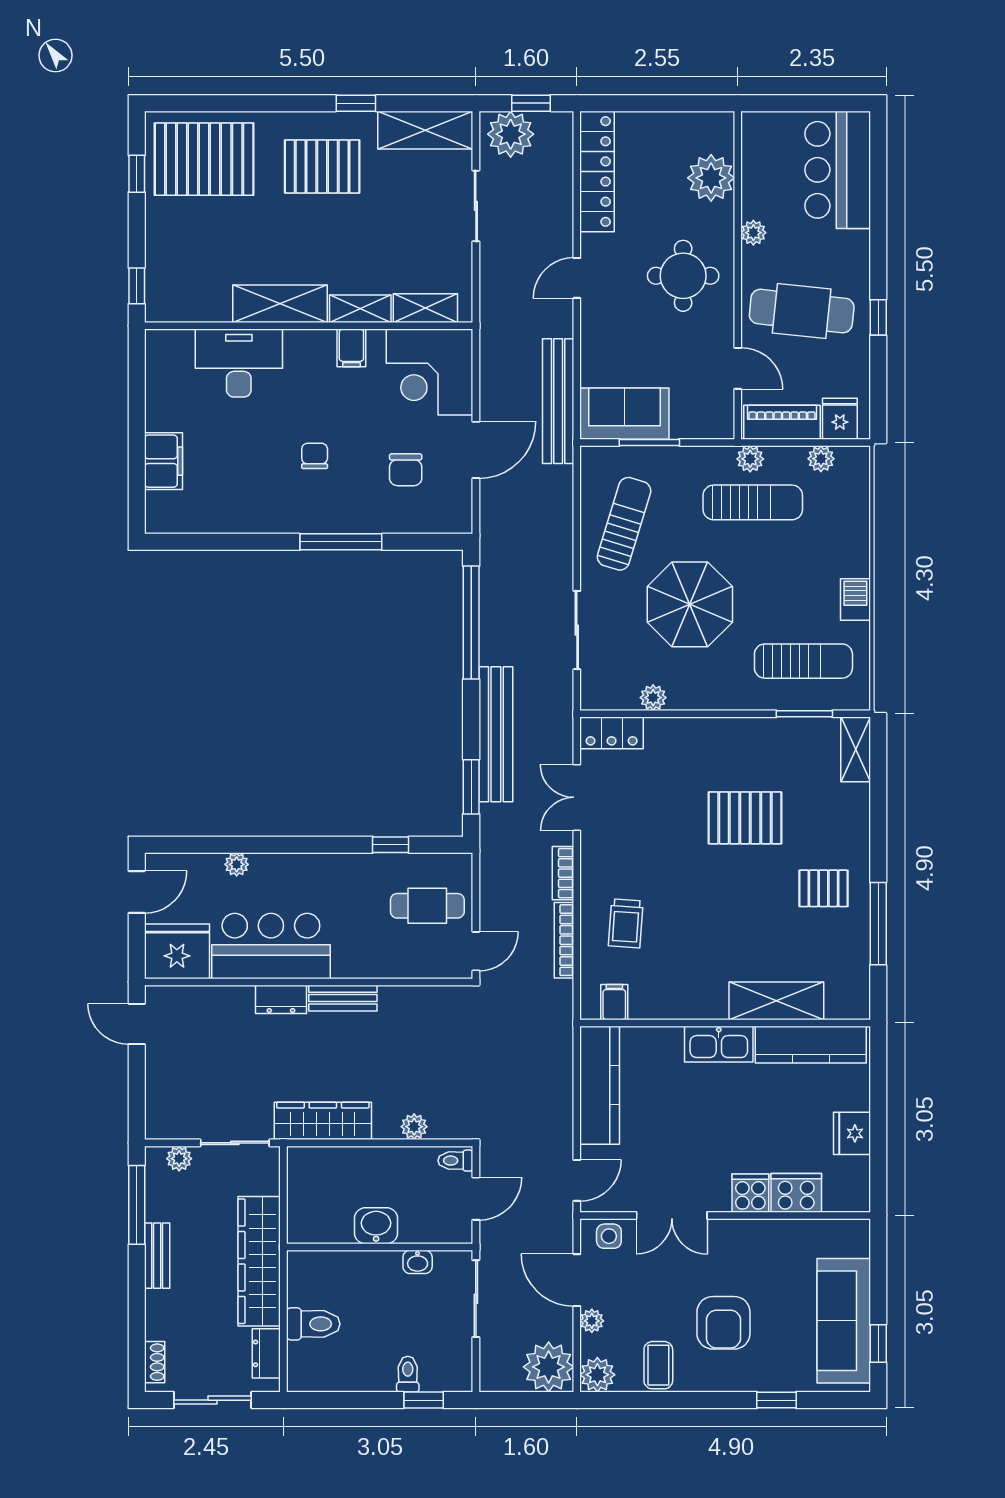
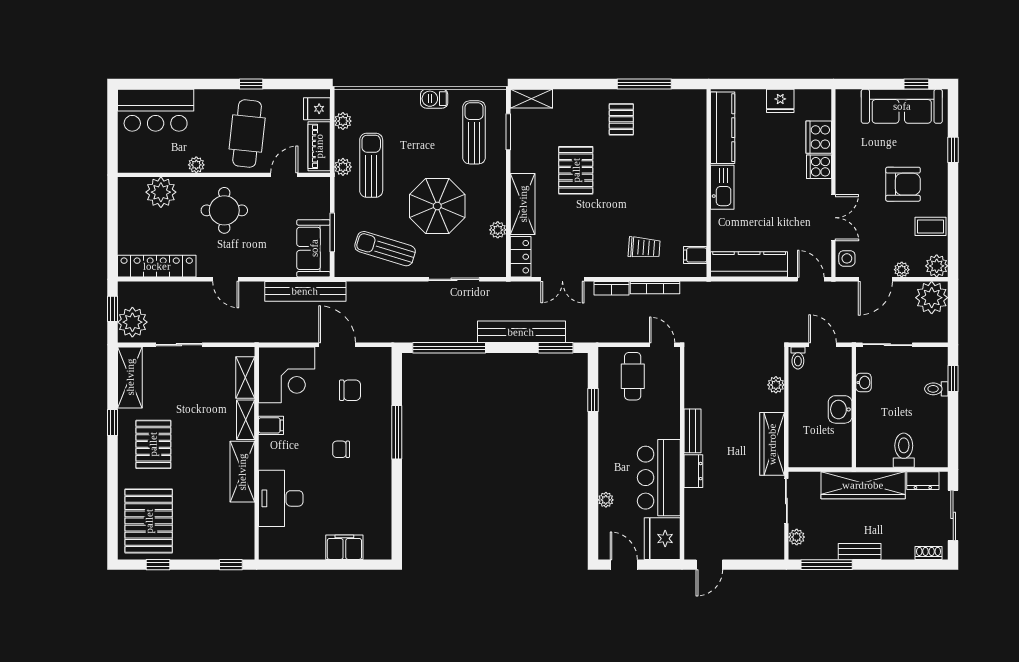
shelving: (776, 1001) -> (523, 204), moved

